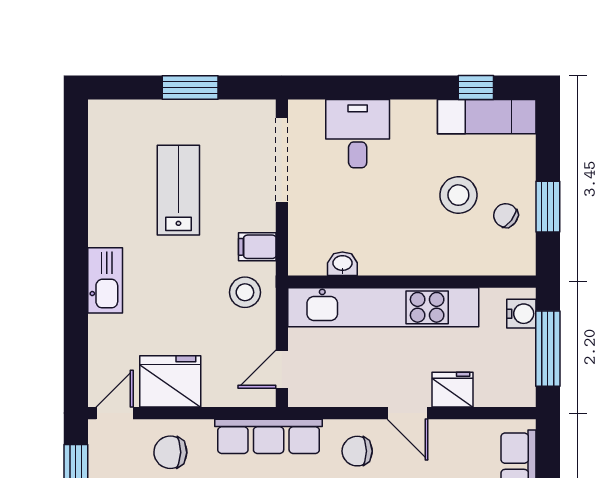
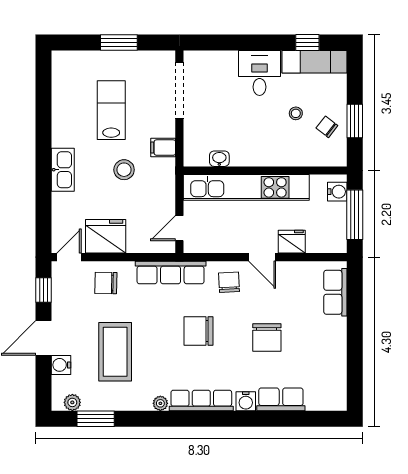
desk: (358, 134) -> (260, 73), moved
stool: (458, 195) -> (296, 113), width x0.53, depth x0.53
stool: (245, 292) -> (124, 170), moved
chair: (357, 451) -> (229, 282), turned 87

